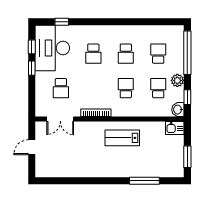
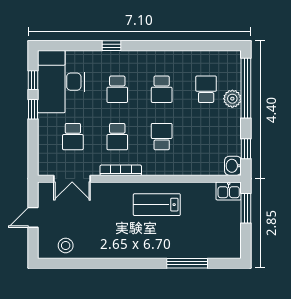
window: (62, 22) -> (111, 46), moved
plant: (177, 80) -> (232, 99), moved
school desk: (158, 88) -> (117, 137), moved, turned 180
window: (187, 157) -> (246, 208), moved
stool: (56, 168) -> (66, 245), added

